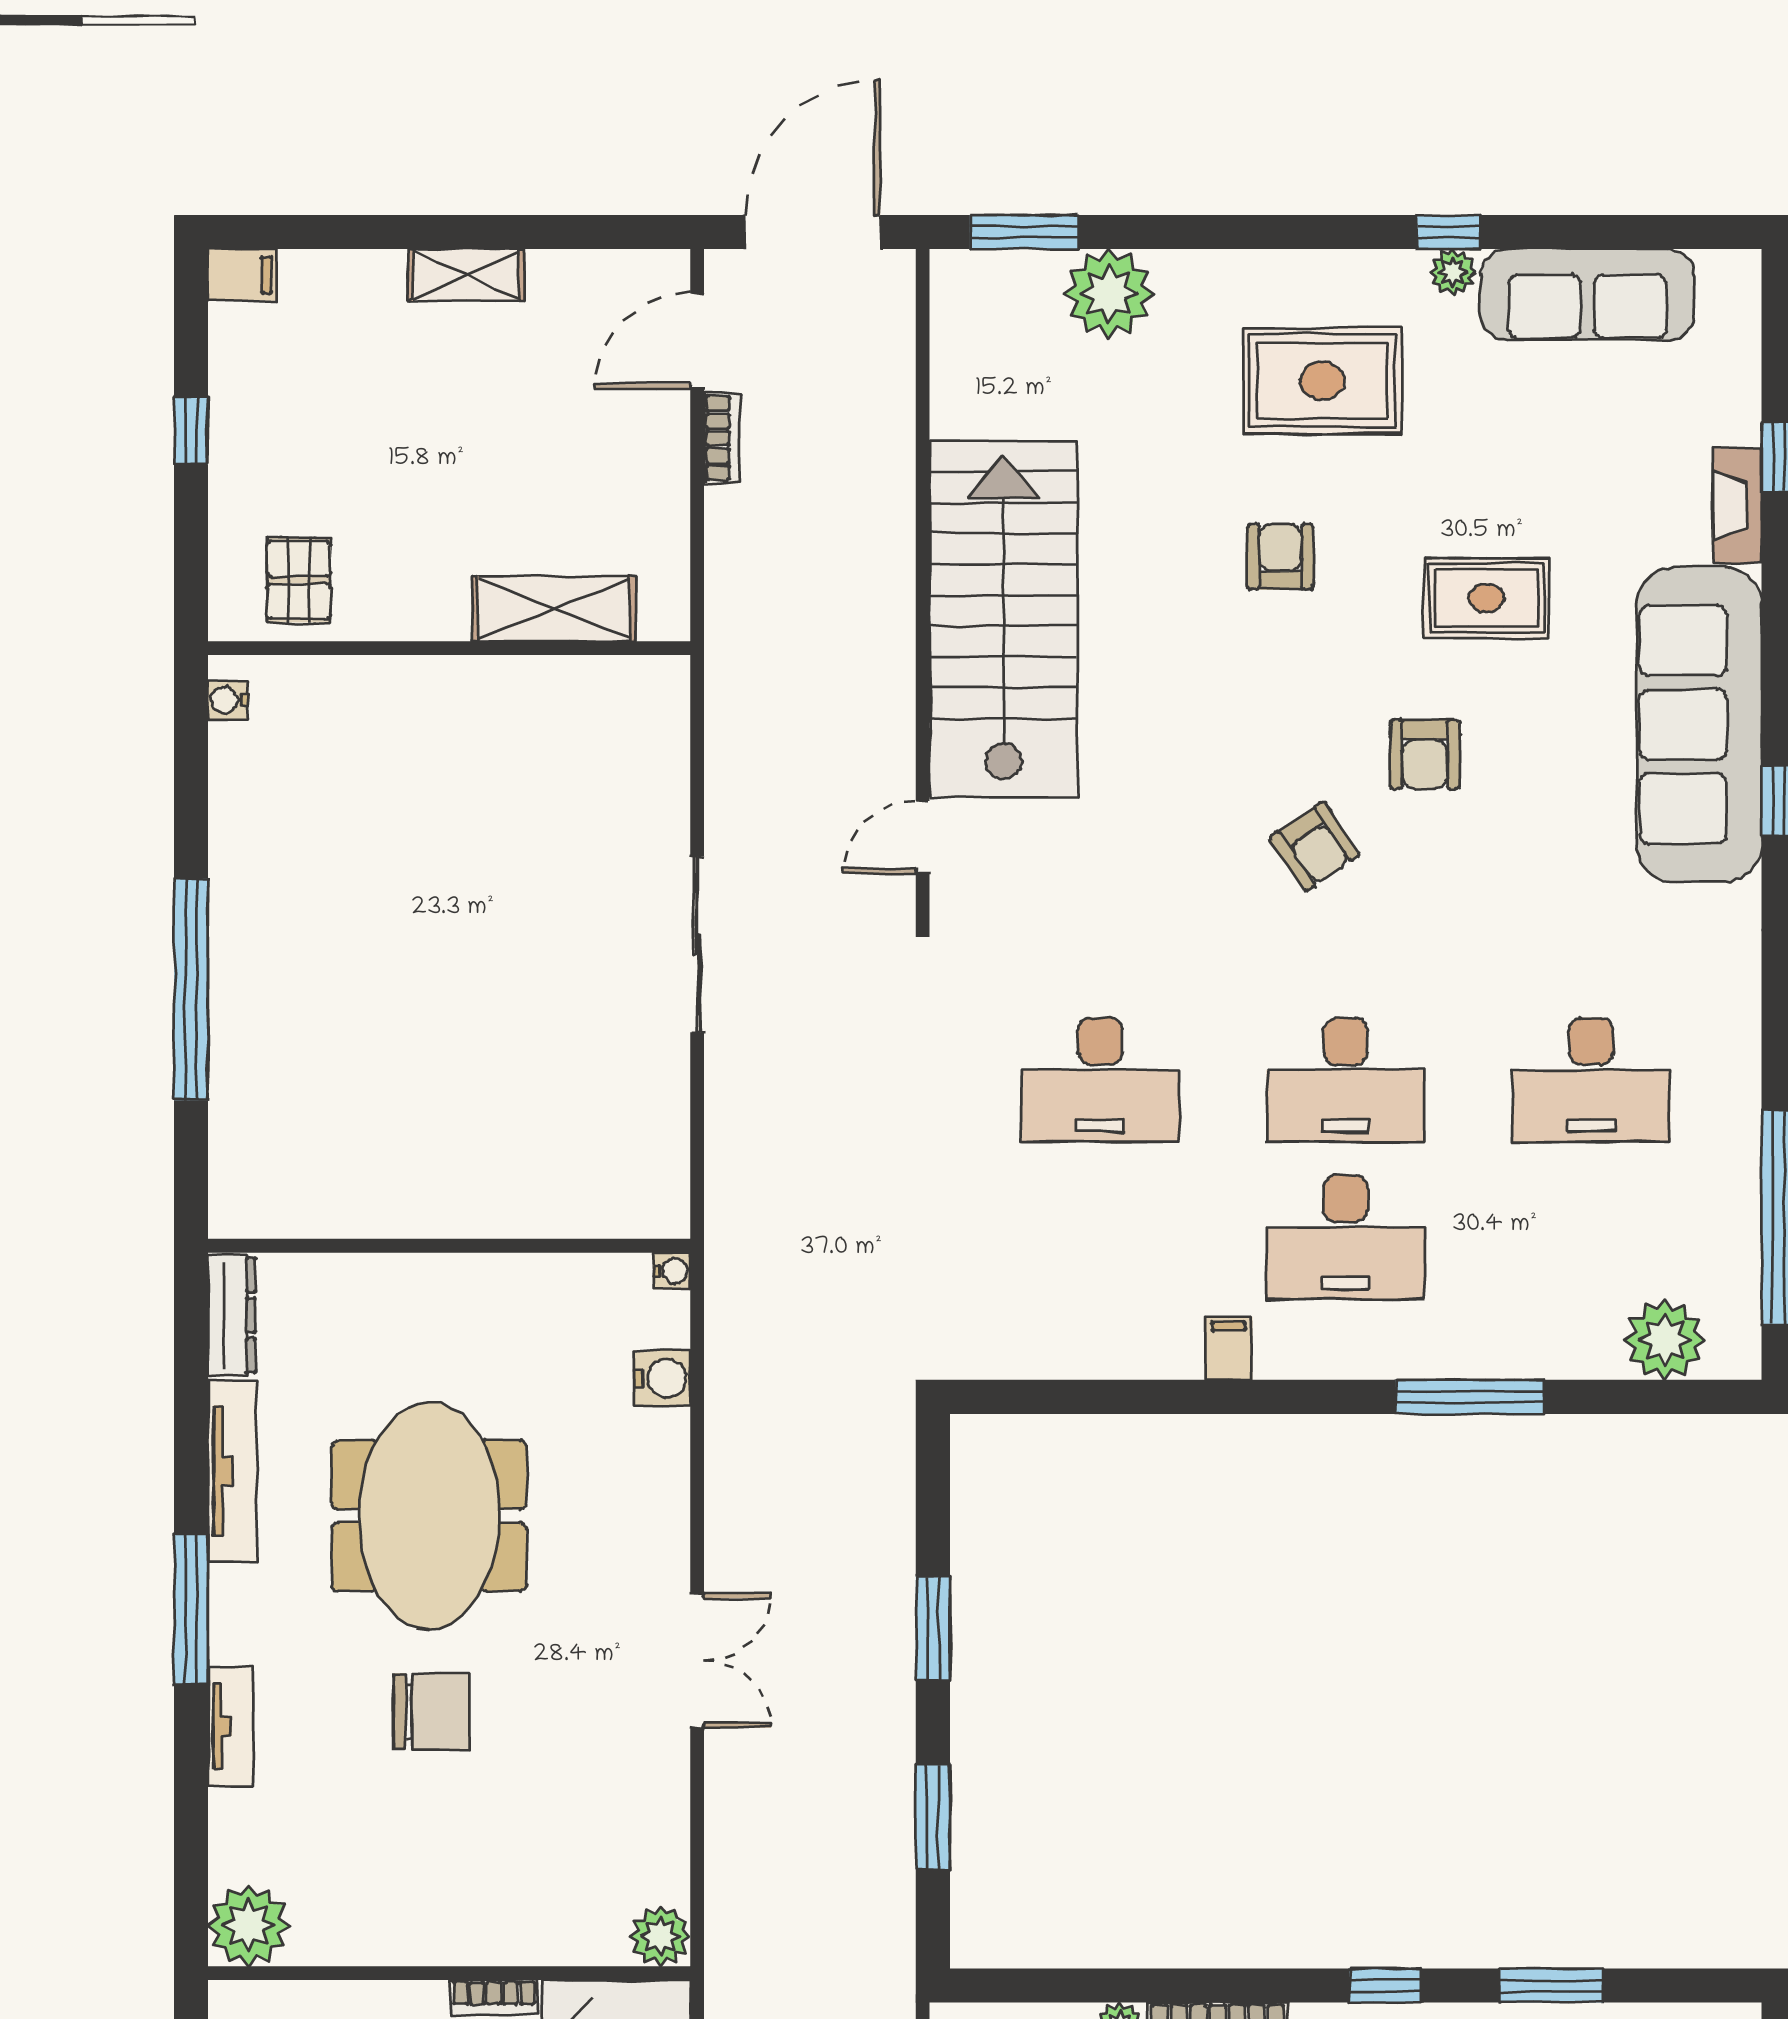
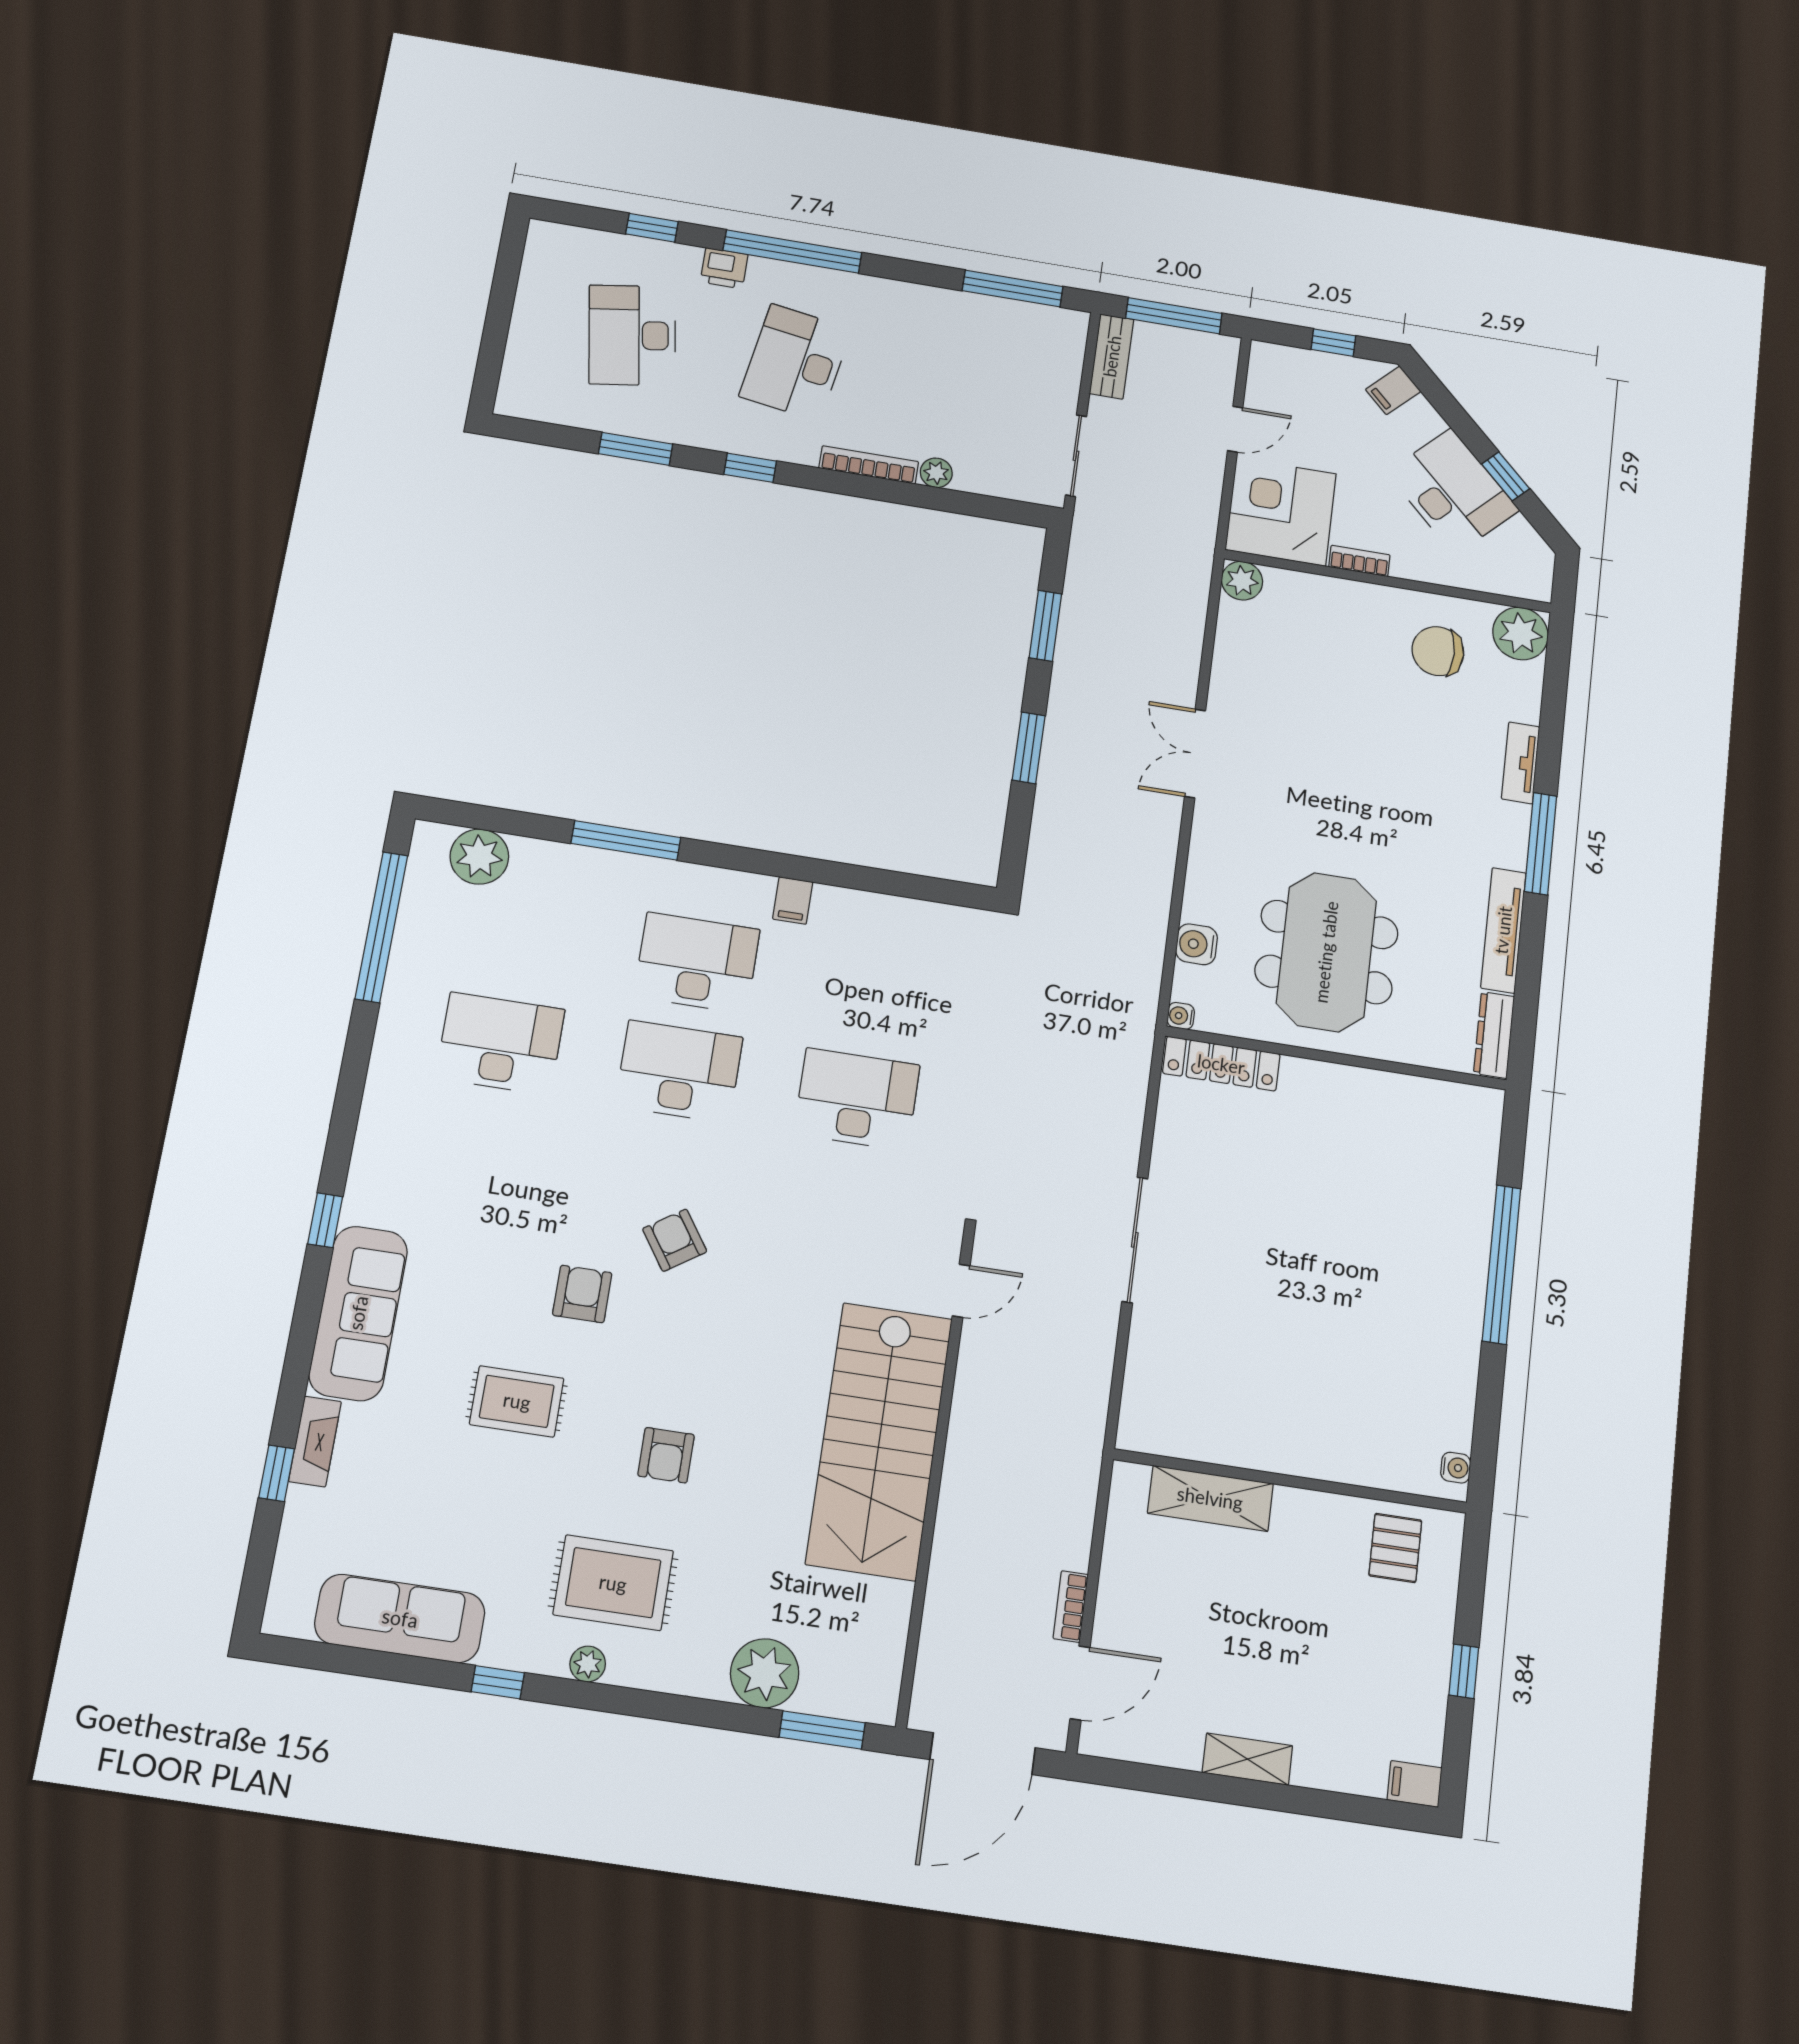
plant: (1453, 272) -> (588, 1664), moved
sofa: (1699, 725) -> (358, 1313), width x0.74, depth x0.79
locker: (608, 1212) -> (1221, 1064), added
meeting table: (429, 1516) -> (1326, 952), moved
chair: (432, 1711) -> (1438, 651), moved

